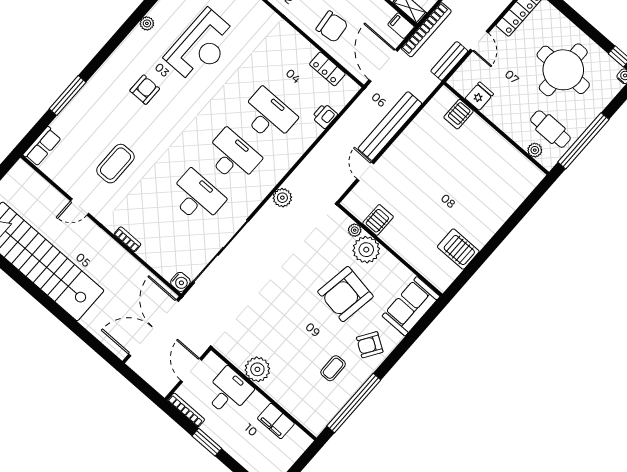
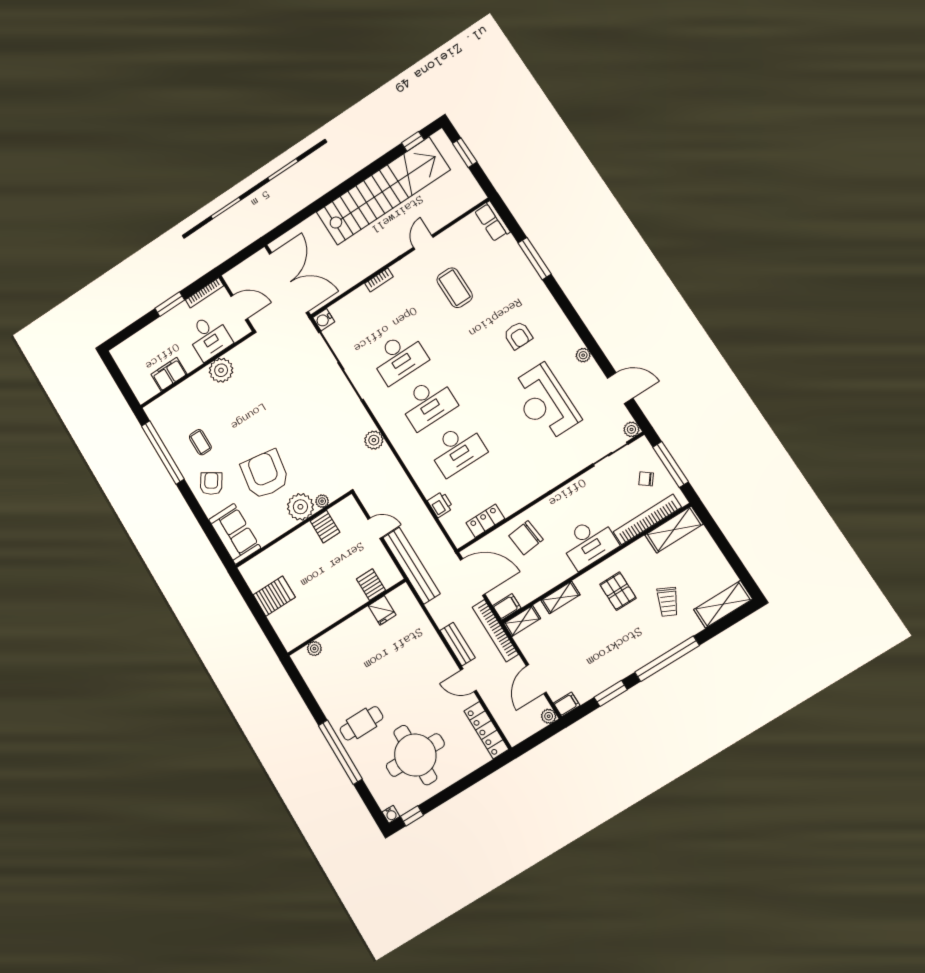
fridge: (479, 96) -> (382, 610), moved
server rack: (458, 114) -> (371, 585), moved
wall: (496, 128) -> (346, 617), moved
plant: (535, 150) -> (314, 649), moved

